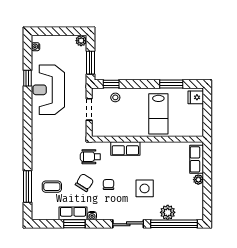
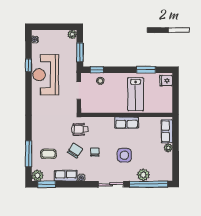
row of seats: (125, 149) -> (127, 123), moved
plant: (38, 213) -> (38, 175), added
window: (74, 224) -> (47, 184), moved

